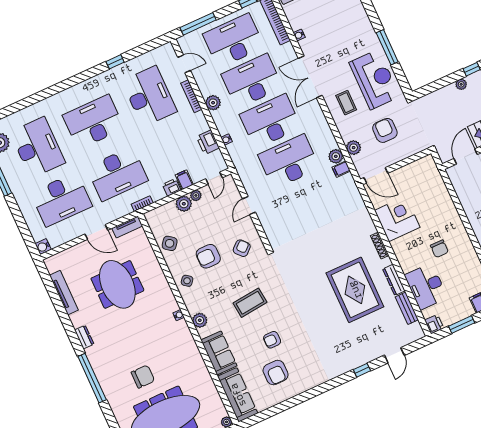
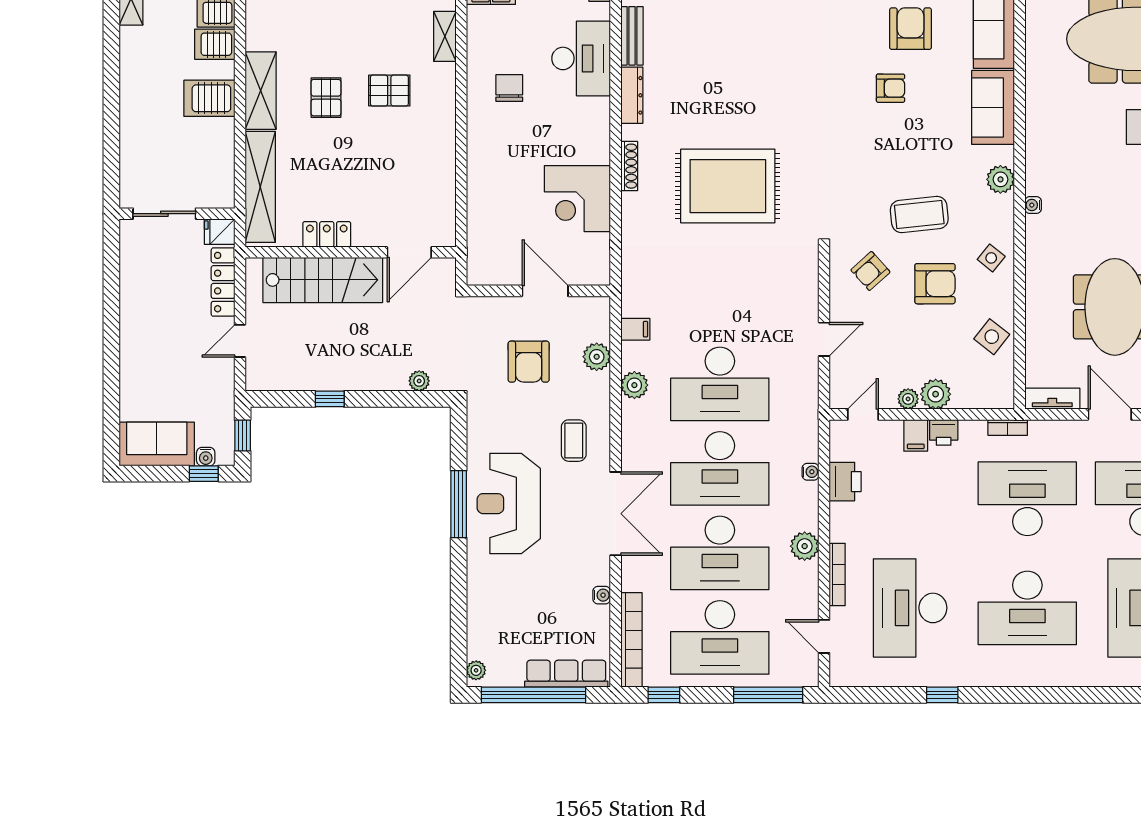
reception desk: (374, 80) -> (509, 504), moved
plant: (461, 84) -> (419, 381), moved
plant: (336, 156) -> (634, 385), moved
door: (376, 175) -> (545, 291), moved
chair: (439, 249) -> (509, 88), moved
rug: (355, 290) -> (728, 186), moved, turned 90
coffee table: (250, 303) -> (919, 215), moved

